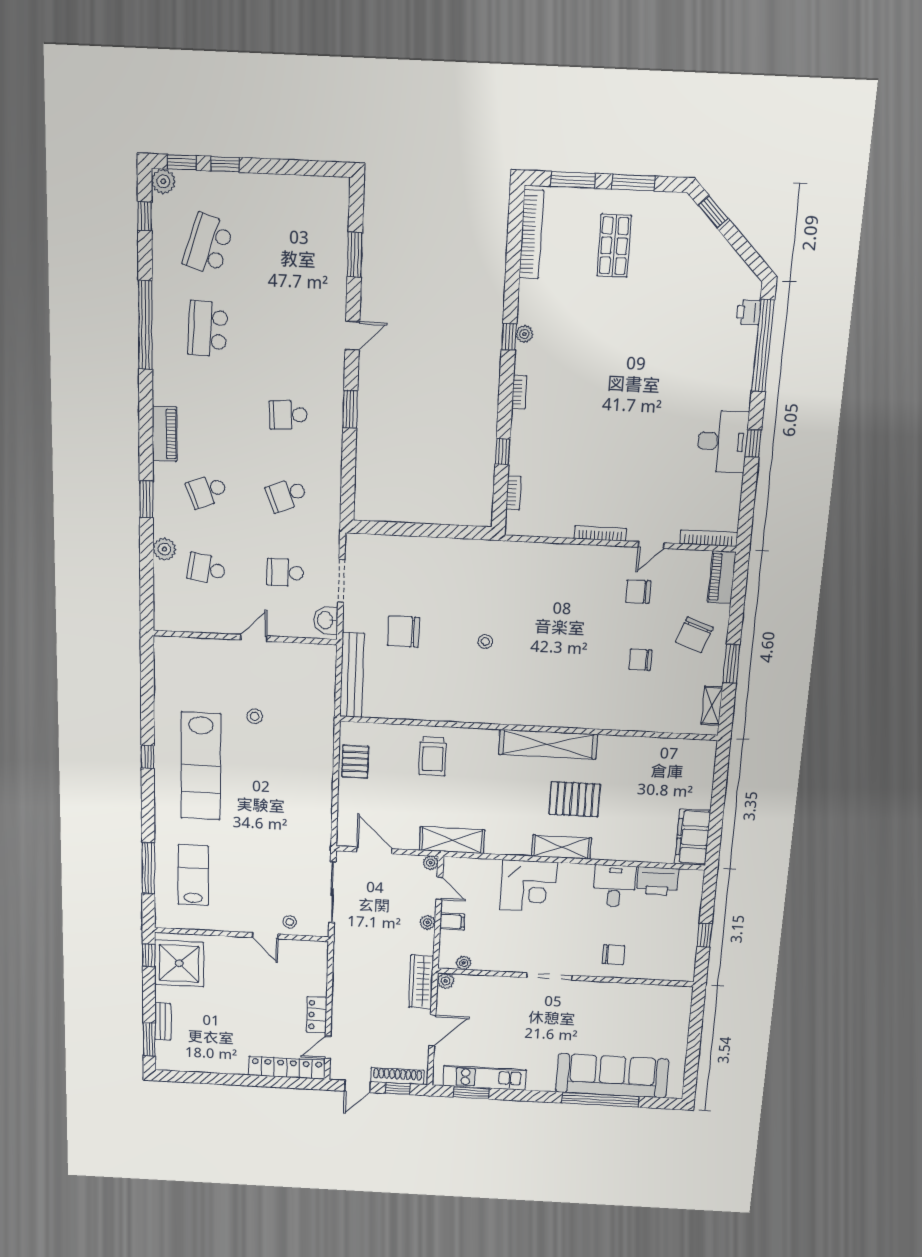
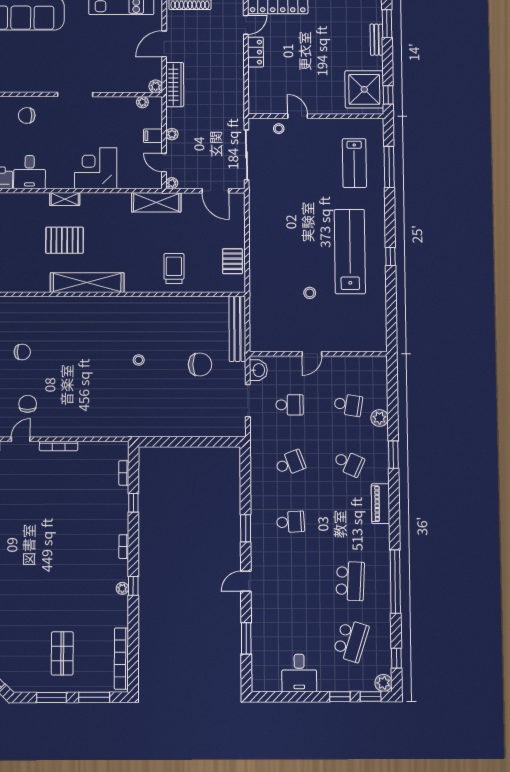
desk: (282, 202) -> (299, 673), added
school desk: (207, 491) -> (349, 463), turned 45
chair: (638, 592) -> (28, 404), turned -90
shelving: (561, 847) -> (65, 199), width x0.67, depth x0.75

